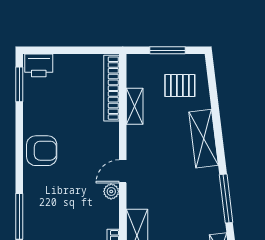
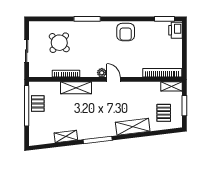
shelving: (135, 106) -> (172, 86), moved

